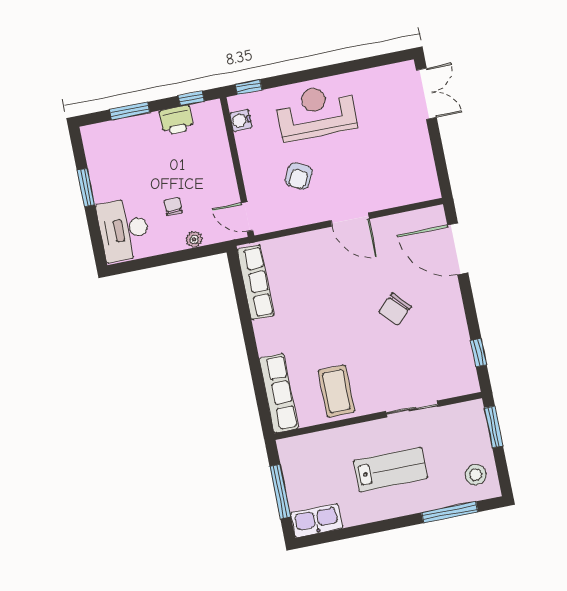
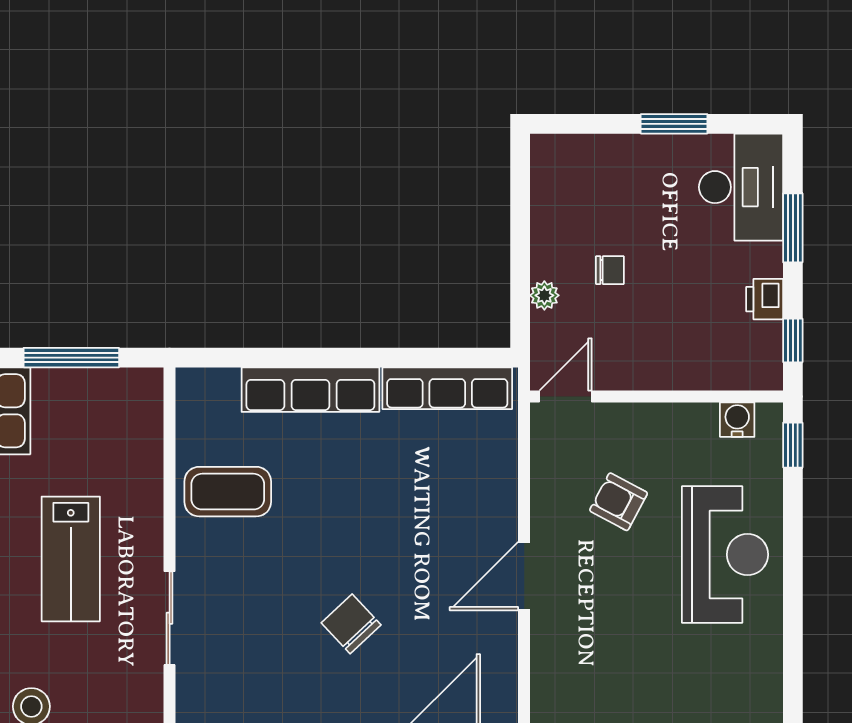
printer: (176, 120) -> (765, 299), width x0.73, depth x0.81
desk: (124, 230) -> (741, 187), moved, turned 90
row of seats: (279, 393) -> (310, 390), moved

